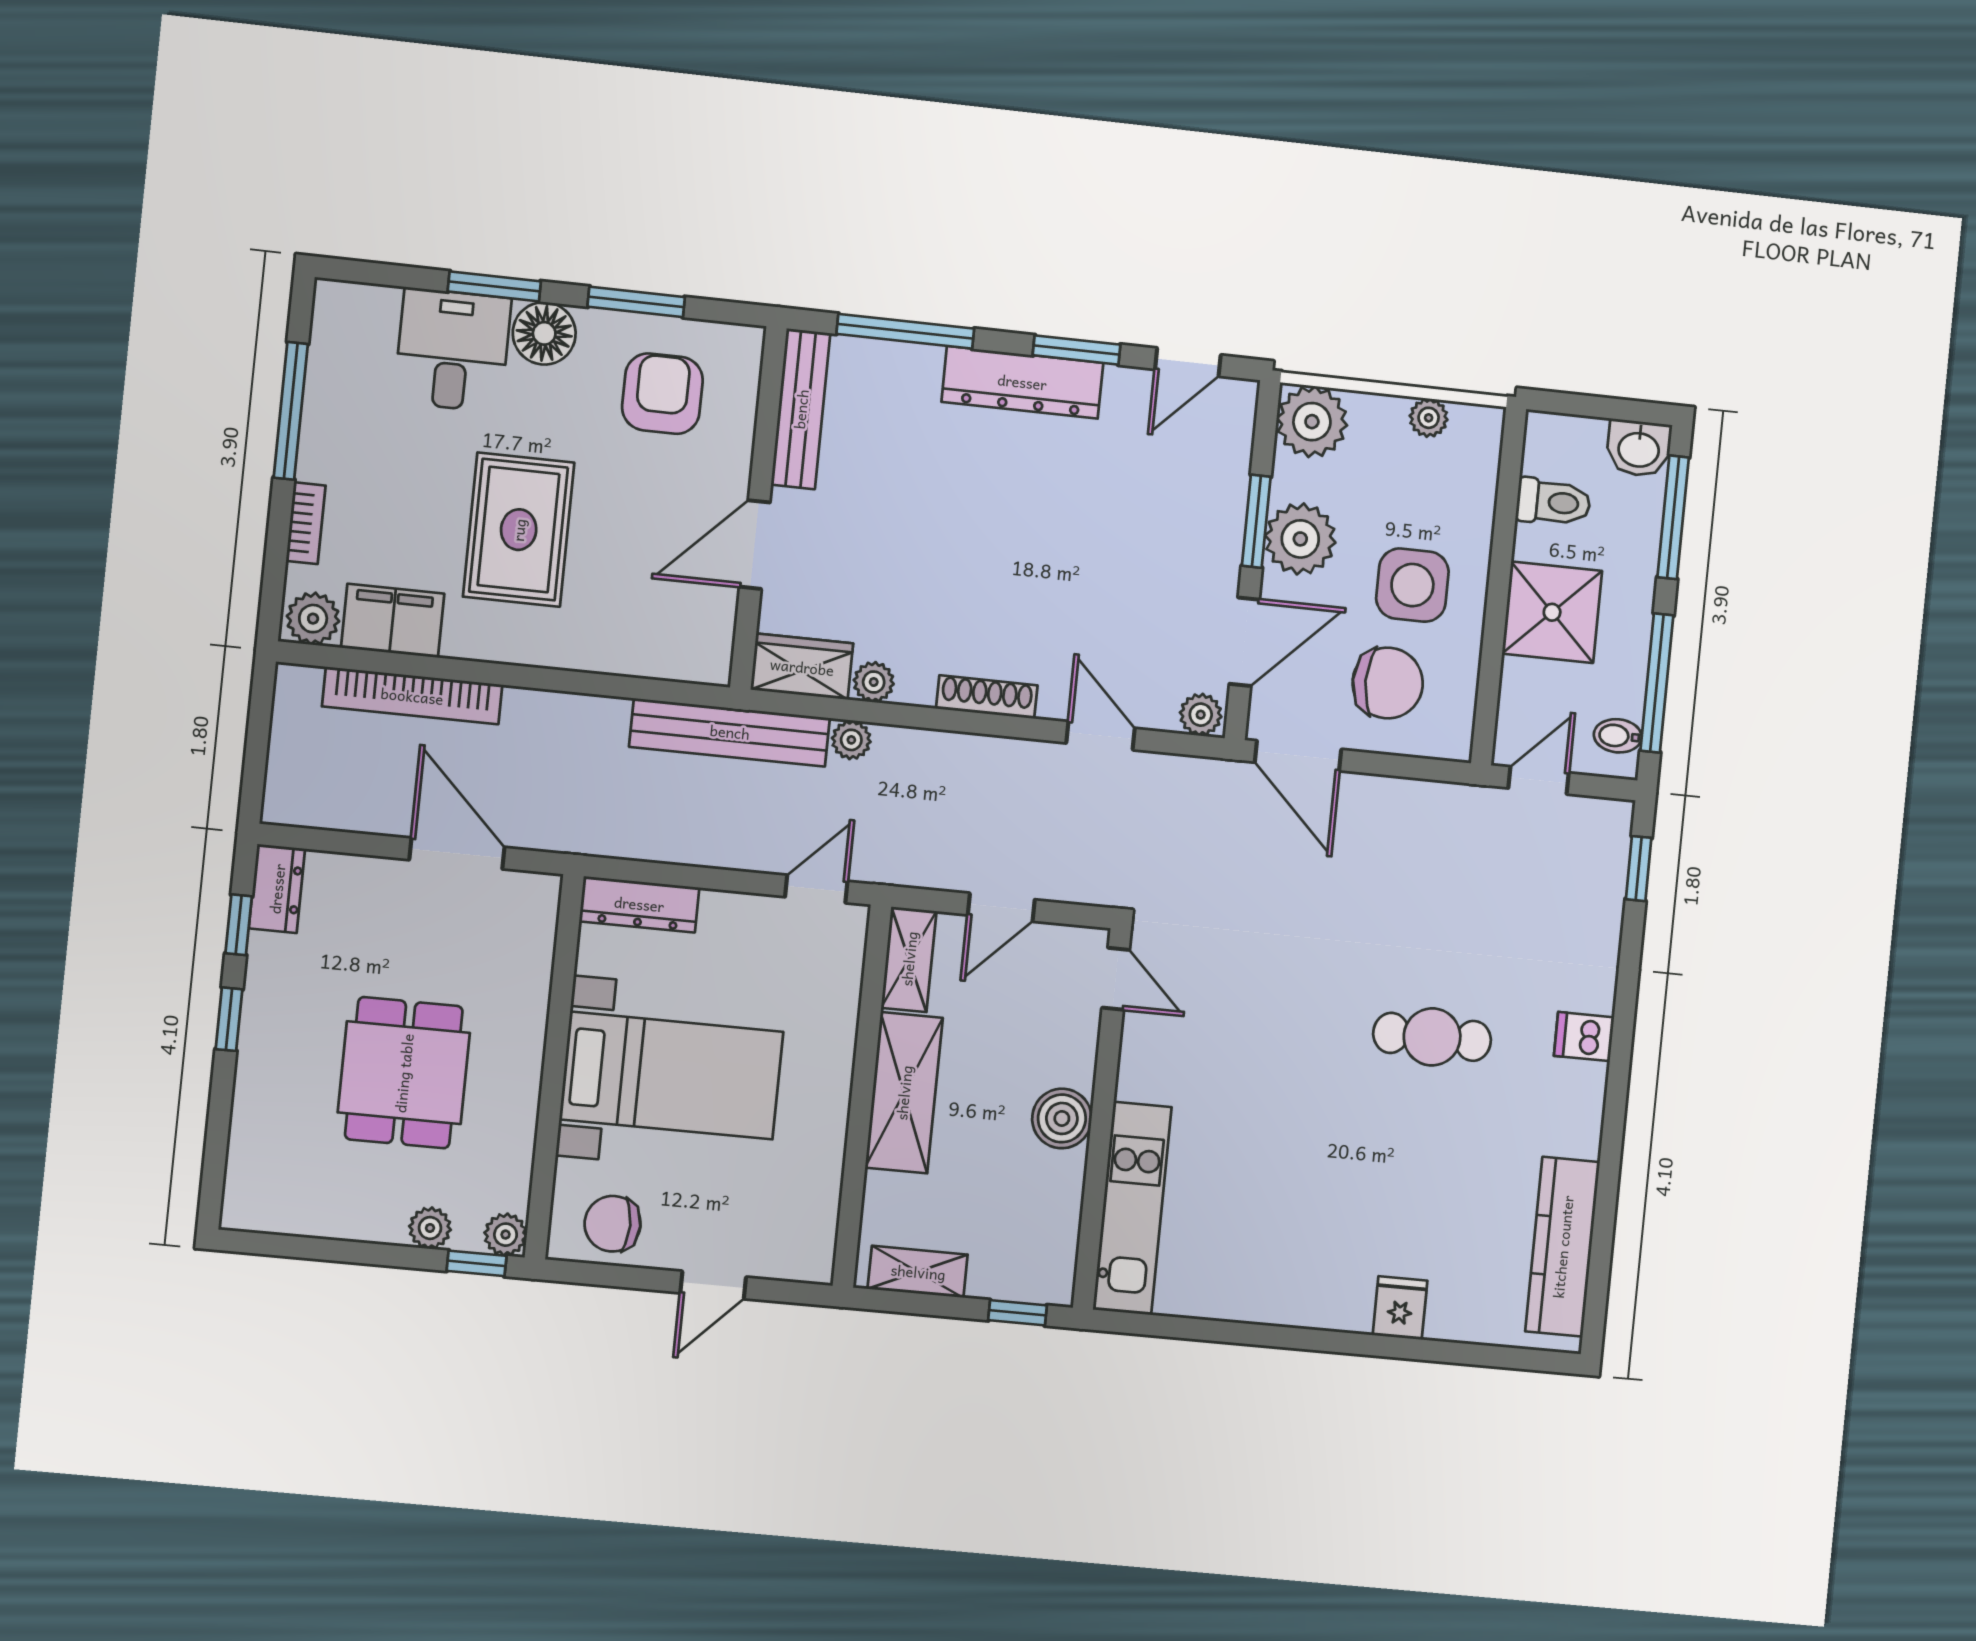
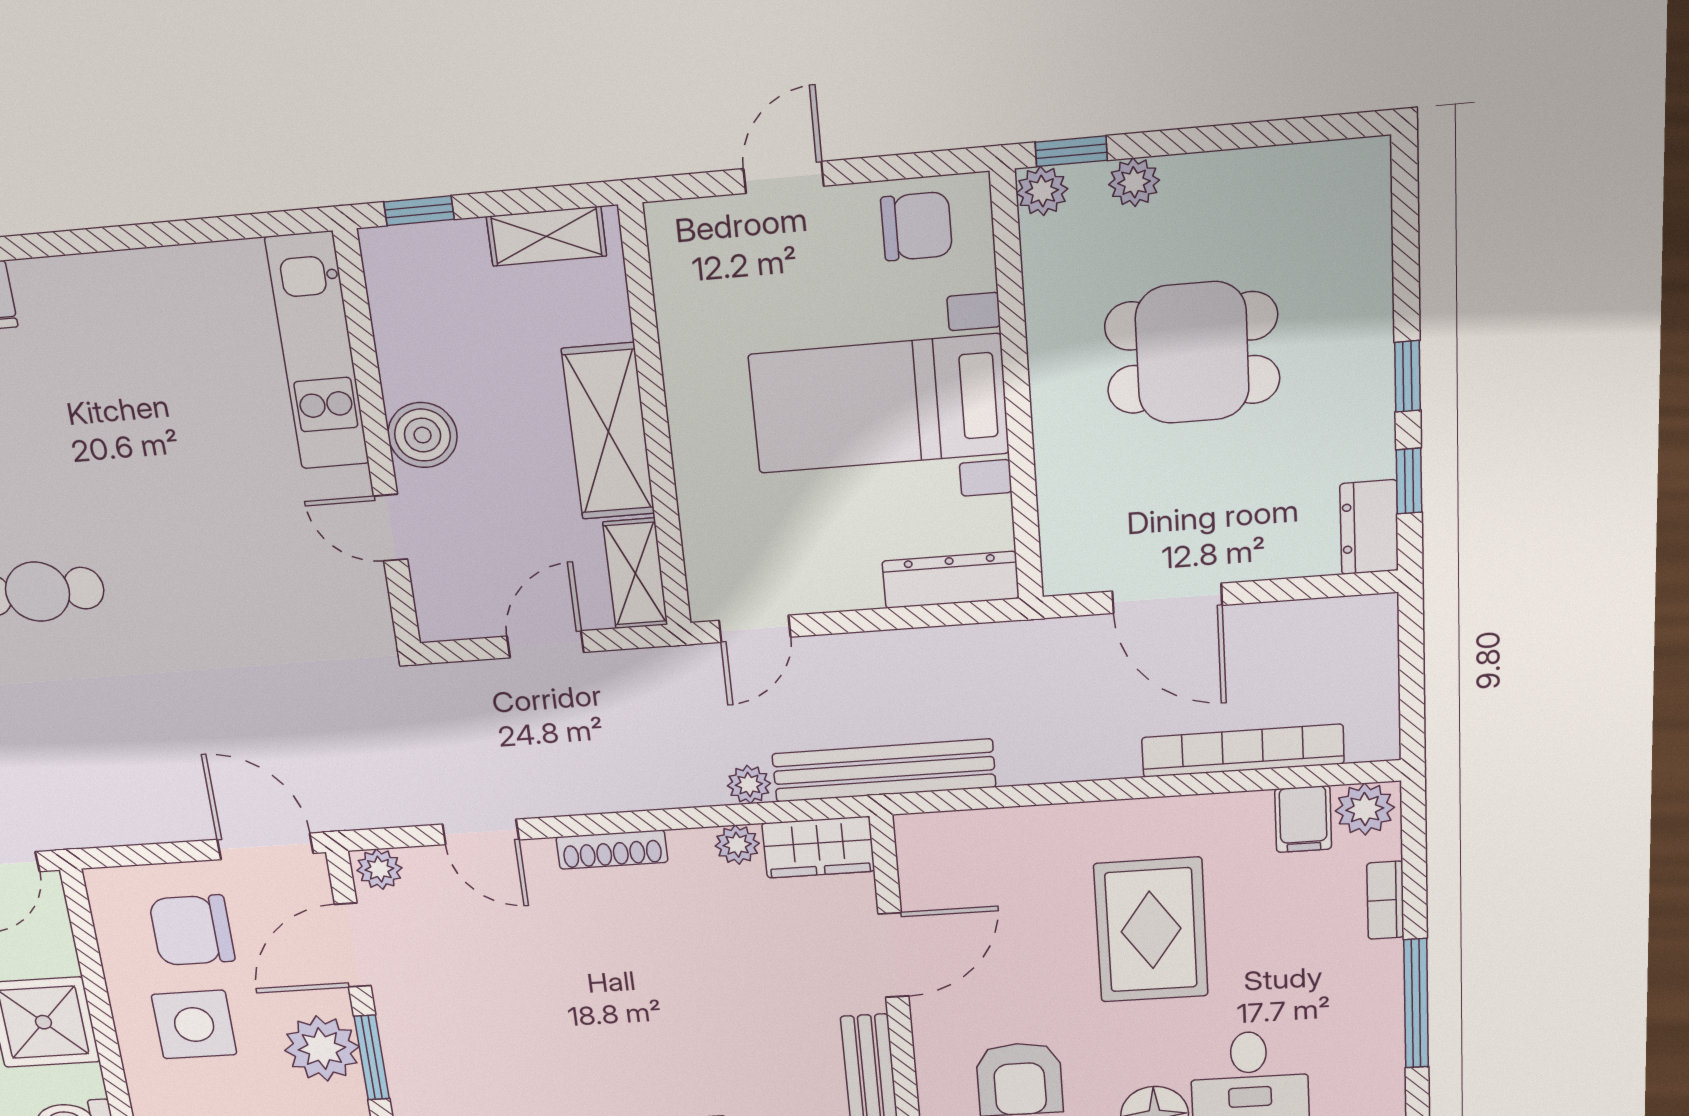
filing cabinet: (393, 621) -> (1303, 819), width x0.50
door: (1116, 979) -> (391, 528), moved
dining table: (404, 1073) -> (1192, 353), turned 90

